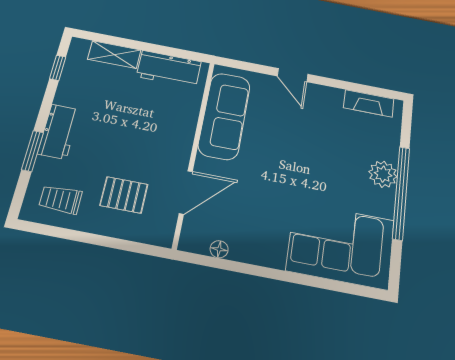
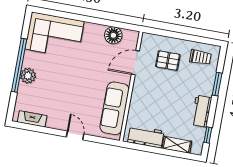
workbench: (59, 132) -> (201, 111), moved
floor lamp: (219, 249) -> (113, 35), width x1.89, depth x1.89

